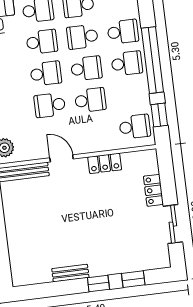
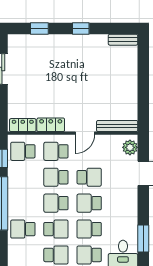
school desk: (127, 63) -> (56, 151), moved
door: (62, 158) -> (85, 133), hinge flipped
locker: (153, 190) -> (23, 125), moved, turned -90
bench: (70, 273) -> (123, 40), moved
window: (98, 284) -> (81, 28), moved

